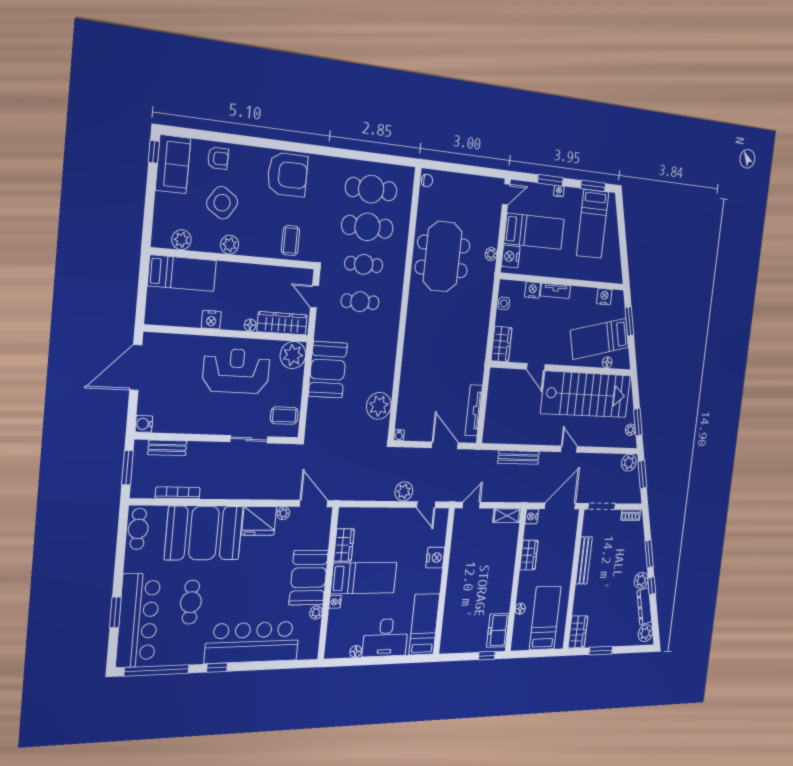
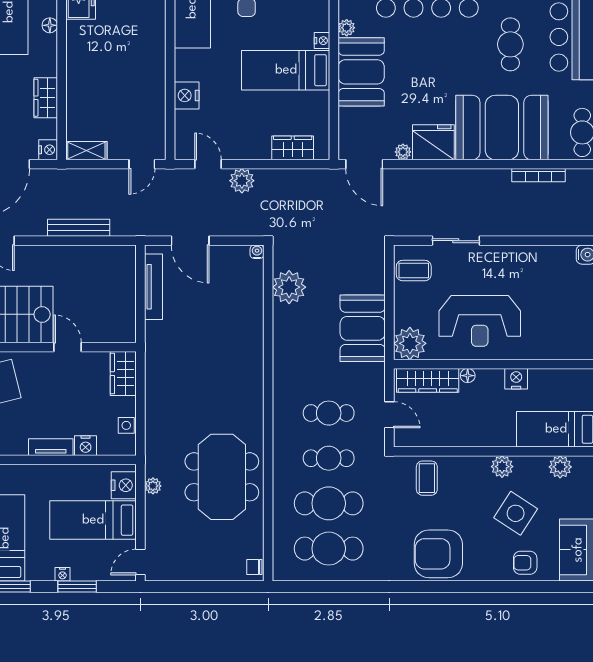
bench: (167, 448) -> (556, 228), removed
wardrobe: (344, 545) -> (293, 148), moved, turned 90

